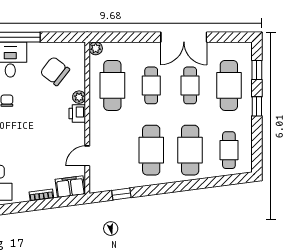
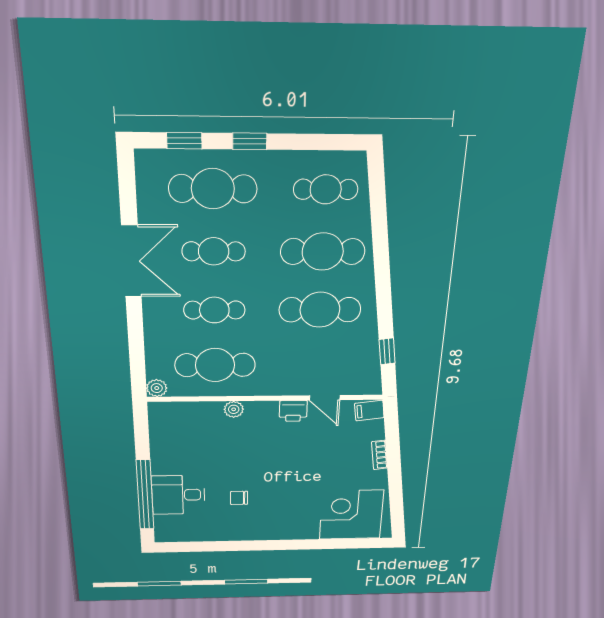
chair: (55, 71) -> (194, 441), removed
printer: (77, 114) -> (293, 411), moved
filing cabinet: (70, 187) -> (369, 410), width x0.50

